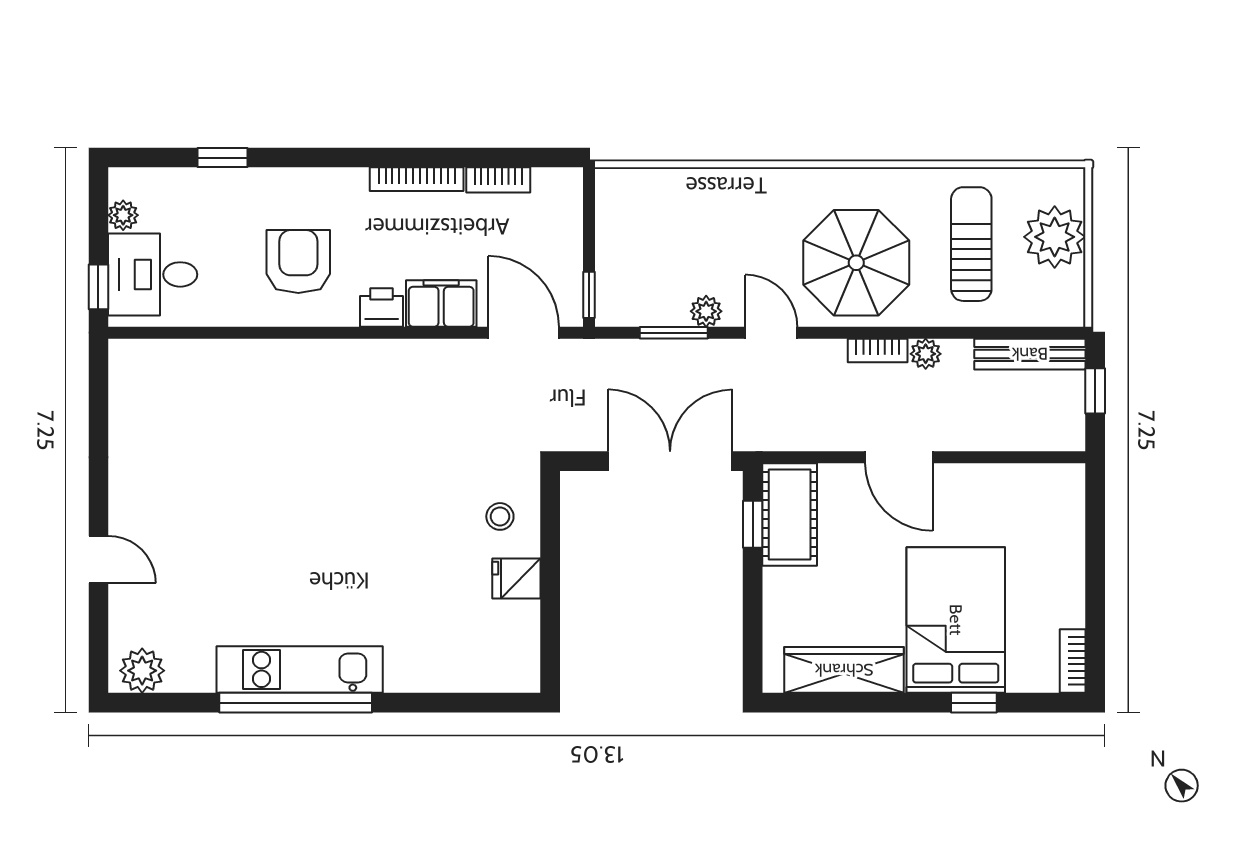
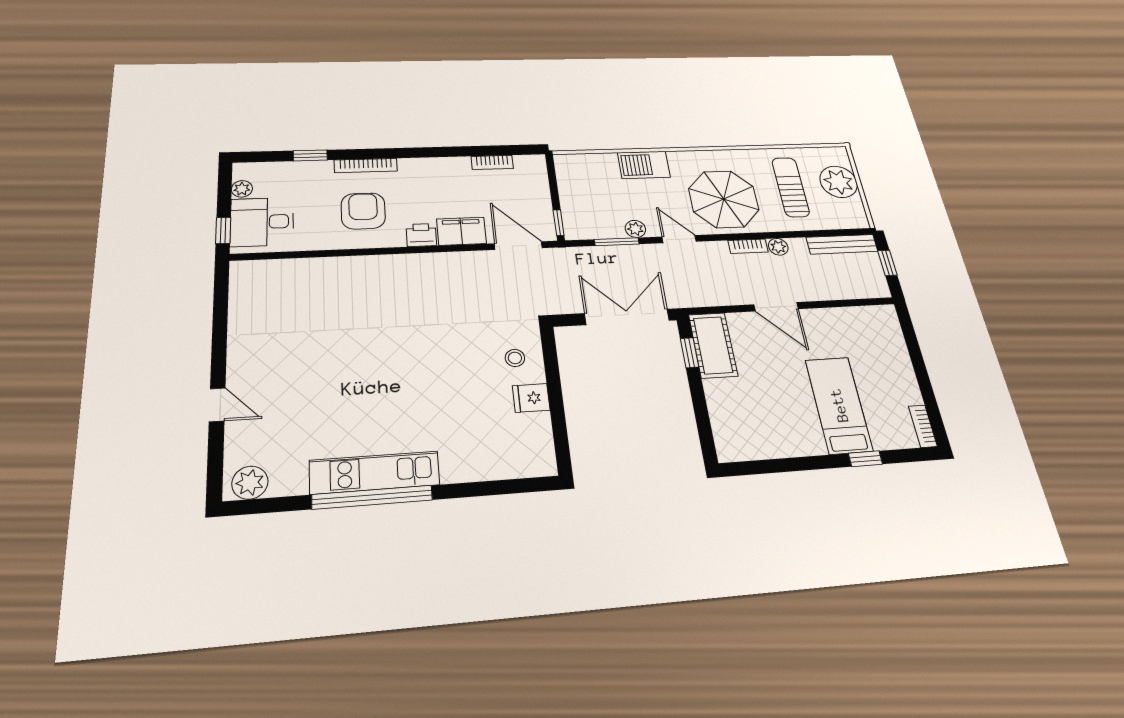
bookcase: (417, 179) -> (366, 166), moved
barbecue: (738, 193) -> (644, 165), added
bed: (956, 620) -> (839, 405), width x0.67
wardrobe: (844, 670) -> (772, 443), removed

